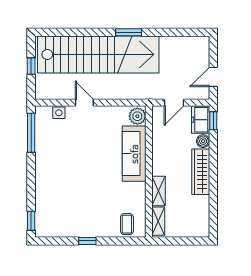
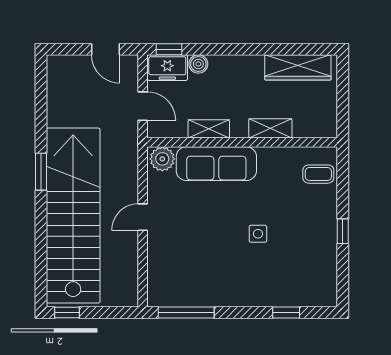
window: (31, 66) -> (67, 313), moved
door: (84, 103) -> (143, 217), moved
side table: (59, 113) -> (258, 234), moved
wardrobe: (201, 172) -> (298, 67), moved
window: (31, 221) -> (286, 313), moved
shelving: (158, 221) -> (209, 129), moved

